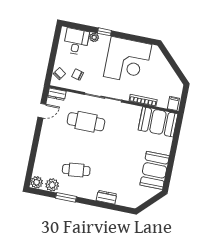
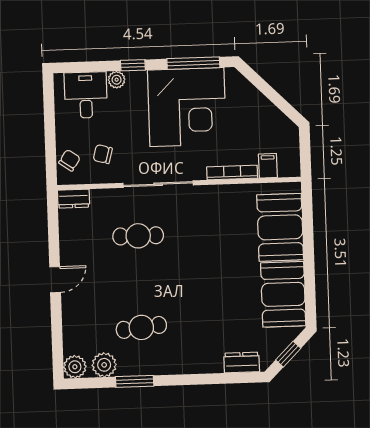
window: (136, 38) -> (193, 63), added
filing cabinet: (173, 103) -> (268, 166), moved
door: (42, 111) -> (55, 280), moved
cafe table: (86, 122) -> (138, 236), width x0.73, depth x0.74
booth: (158, 122) -> (280, 227), moved, turned 90
dresser: (107, 197) -> (242, 362), moved
window: (150, 202) -> (288, 354), added

